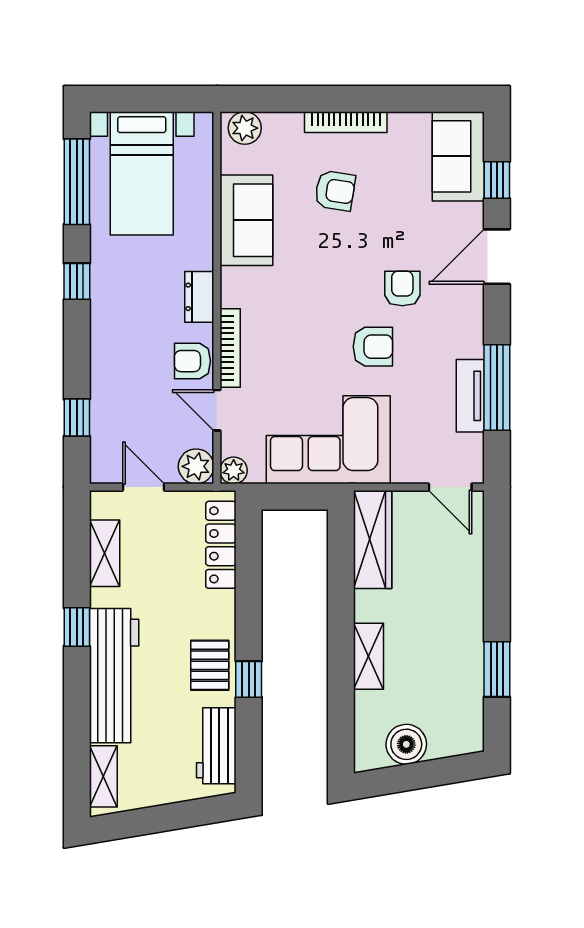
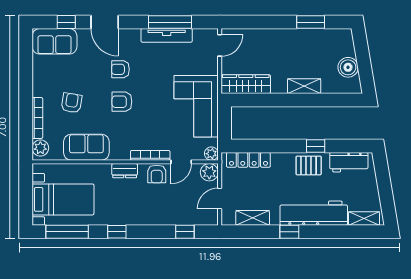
bookcase: (346, 122) -> (37, 118), moved
armchair: (373, 347) -> (122, 102), moved, turned -90
tv unit: (470, 396) -> (167, 35), width x1.41

